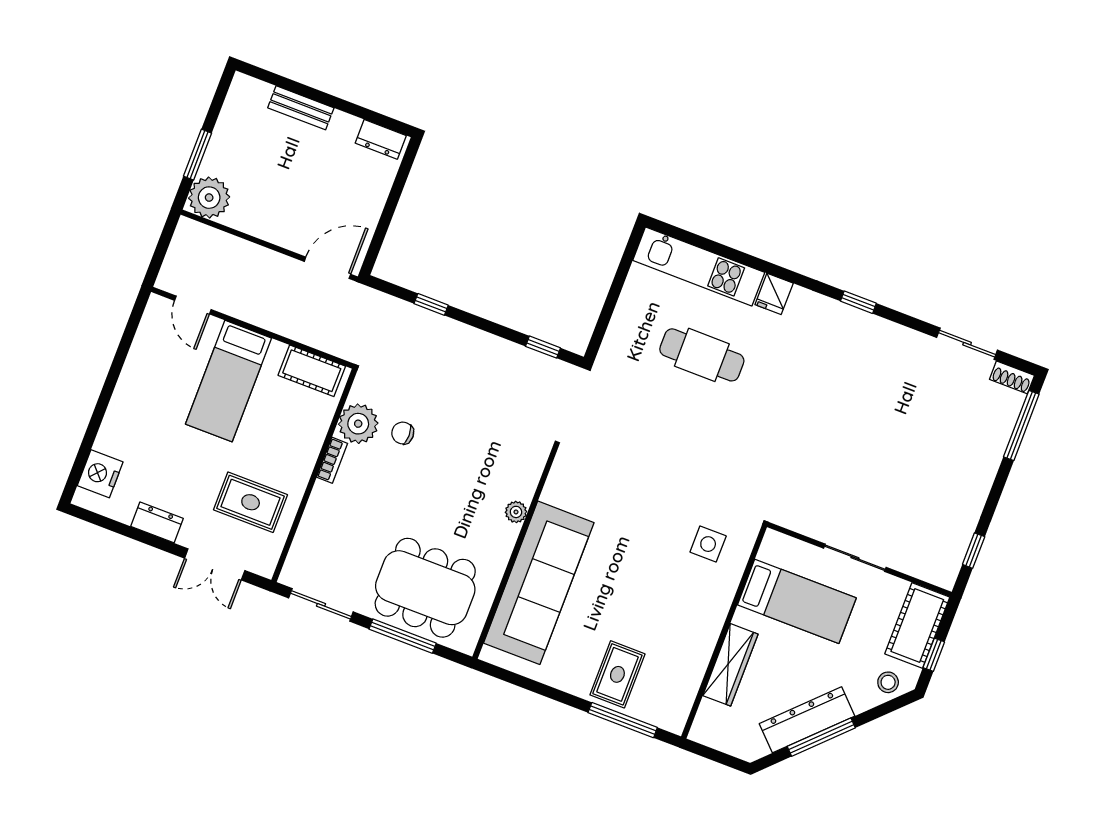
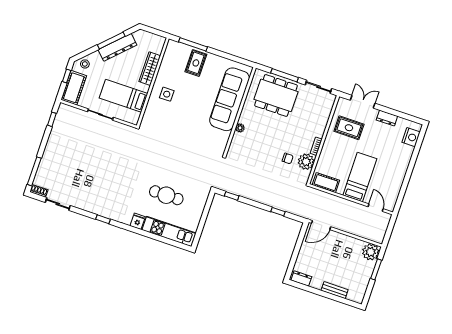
side table: (708, 544) -> (167, 94), moved

